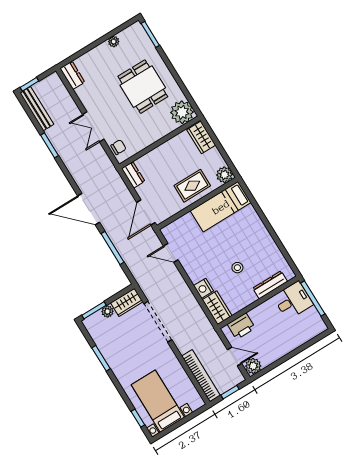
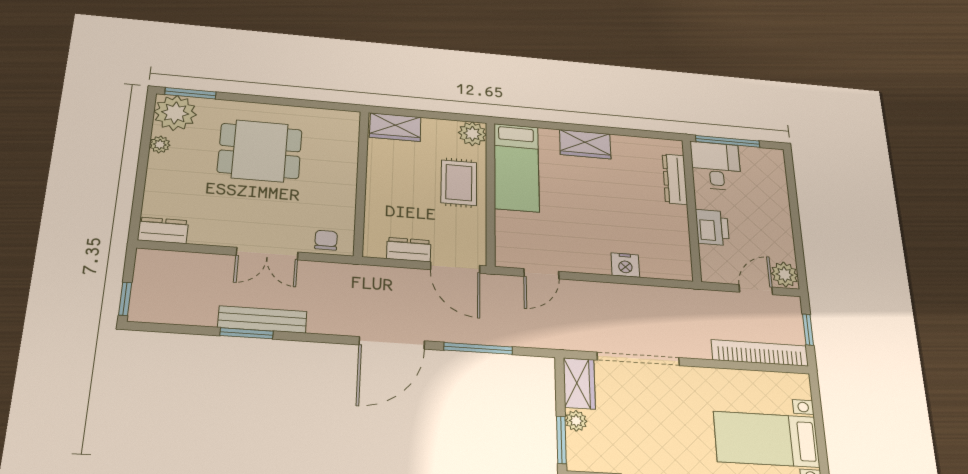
bench: (37, 109) -> (262, 319), moved
plant: (182, 112) -> (175, 113), moved
dresser: (133, 175) -> (409, 250), moved
stool: (237, 268) -> (622, 203), removed
wardrobe: (217, 308) -> (585, 144), moved, turned 180
printer: (241, 326) -> (712, 227), moved

